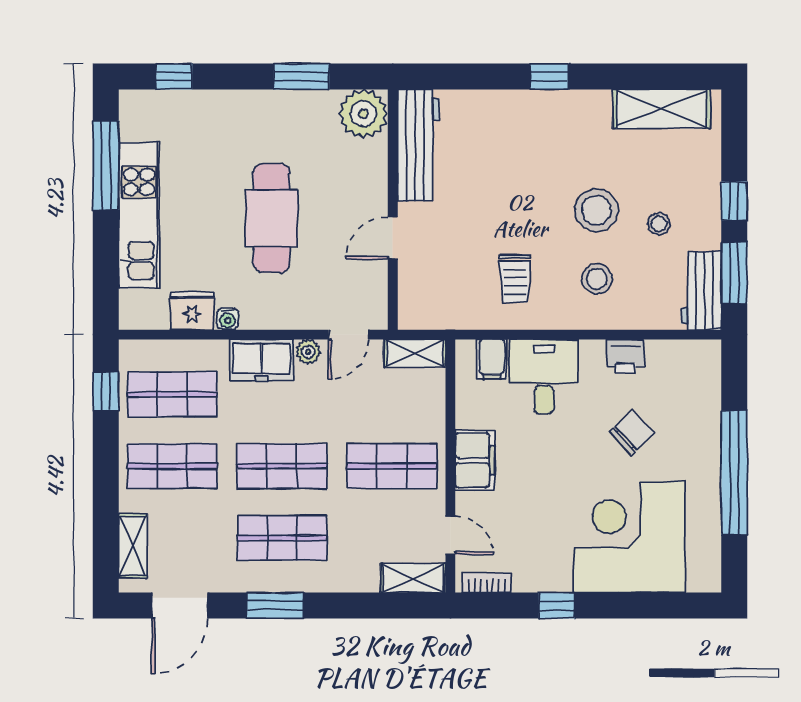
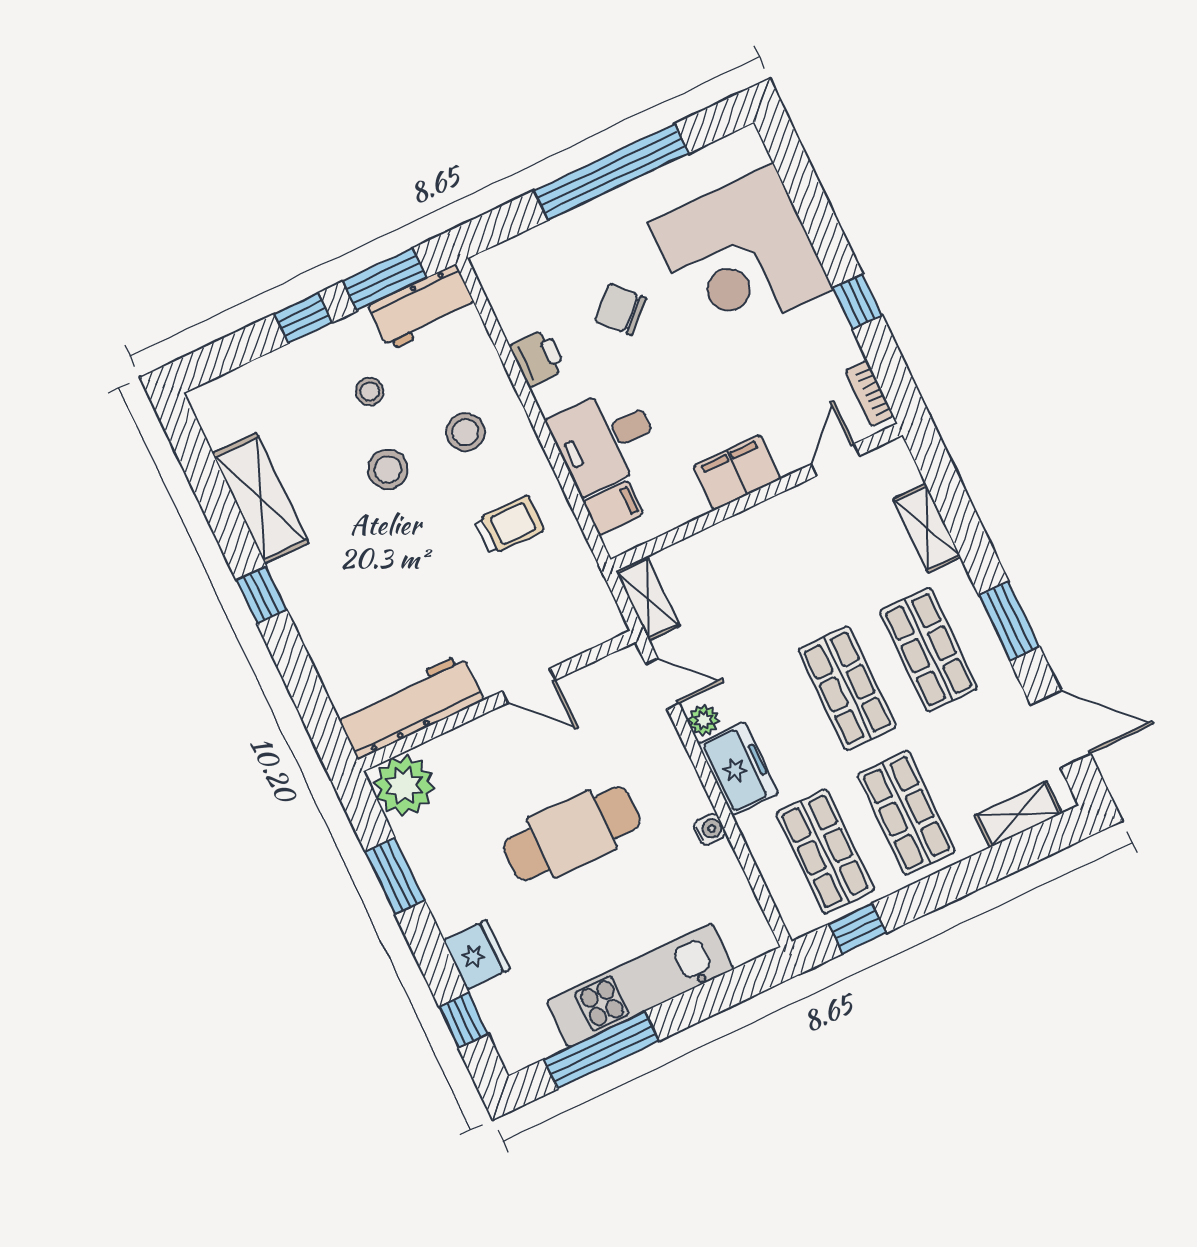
shelving: (662, 109) -> (261, 498), moved
stool: (597, 210) -> (388, 469), width x0.73, depth x0.73
fridge: (192, 311) -> (477, 955), moved, turned 180
shop shelf: (392, 466) -> (788, 564), removed
shelving: (413, 578) -> (927, 528), moved

